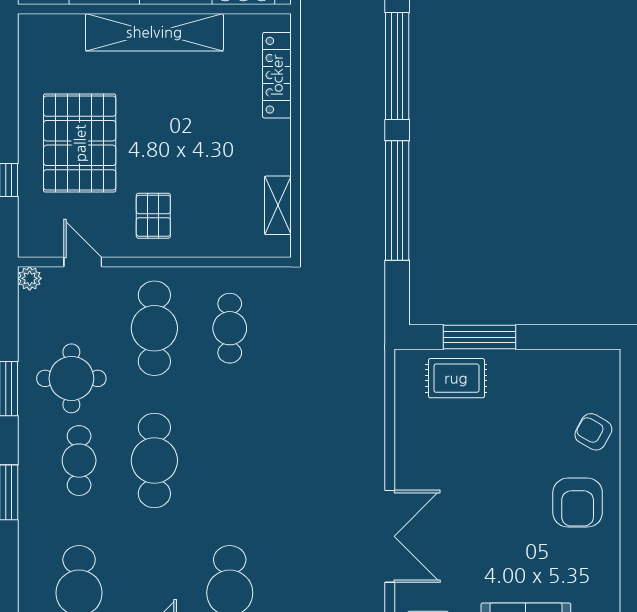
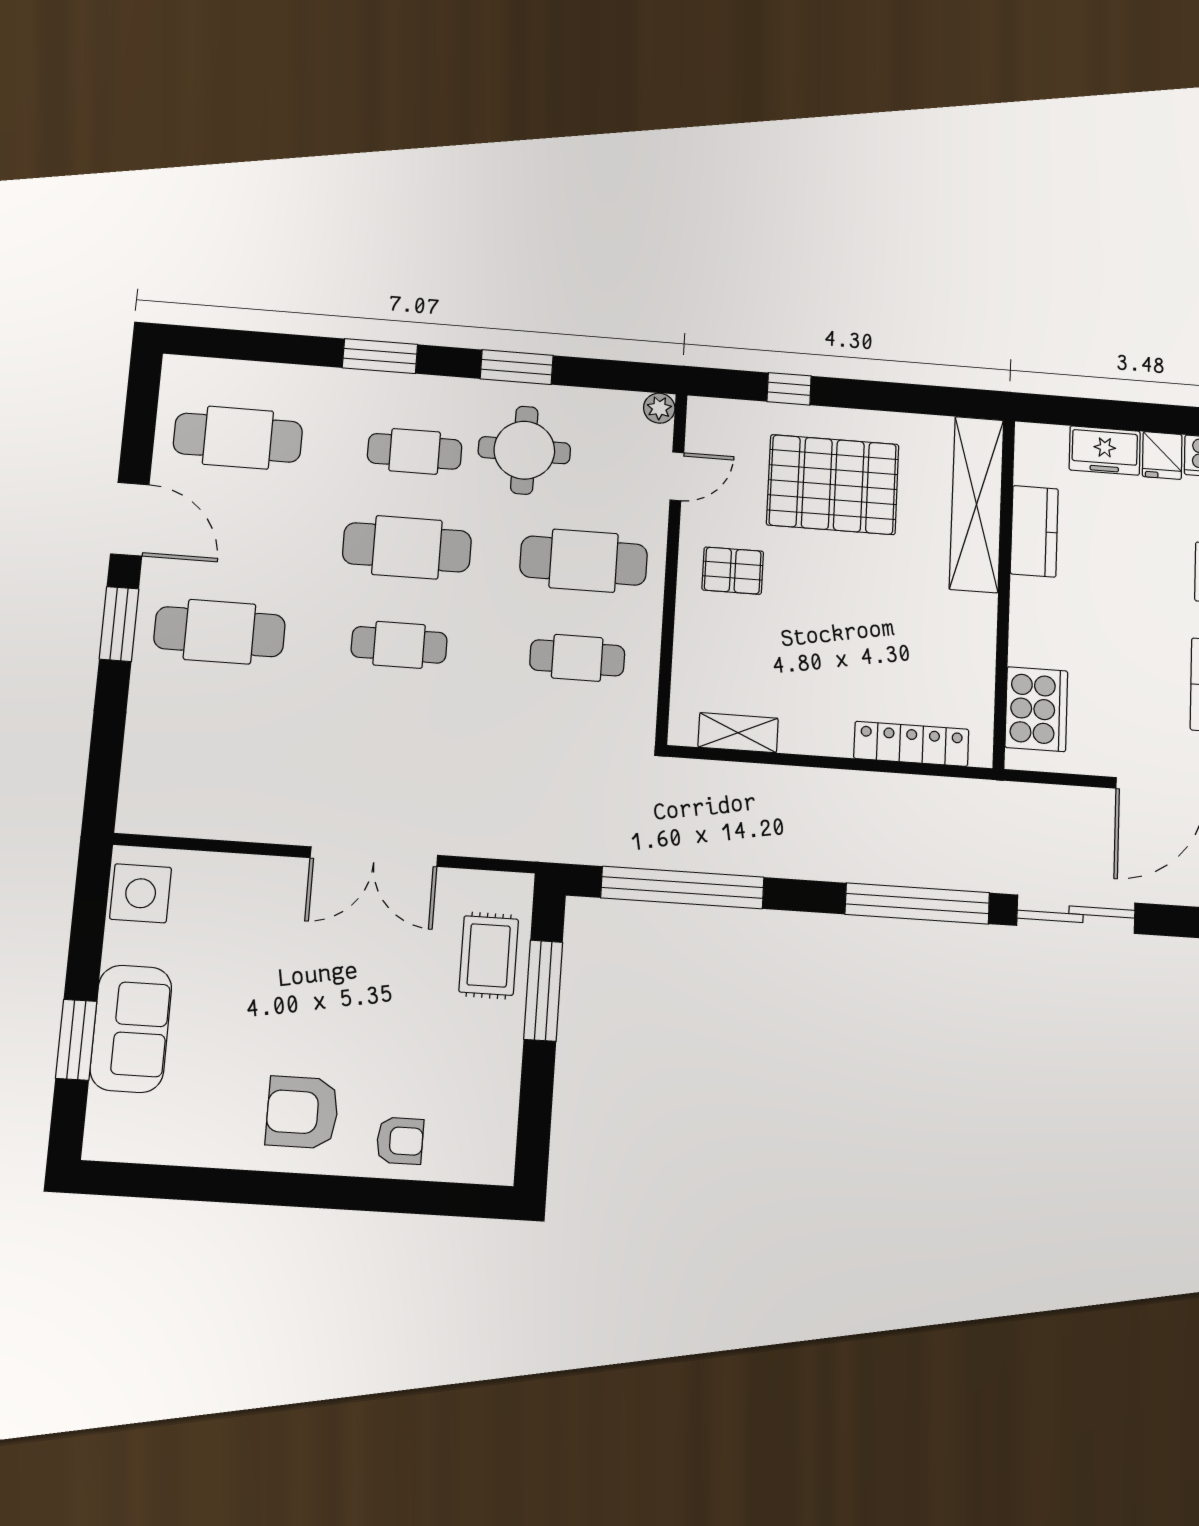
shelving: (154, 32) -> (977, 504), moved
window: (397, 201) -> (682, 888), moved
armchair: (593, 432) -> (400, 1141), turned 61
cafe table: (230, 461) -> (399, 645), added
double door: (390, 536) -> (374, 857), moved

